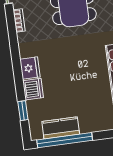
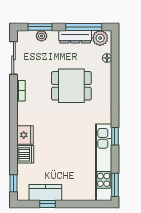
window: (23, 111) -> (14, 183), moved
window: (65, 140) -> (47, 204), width x0.32

